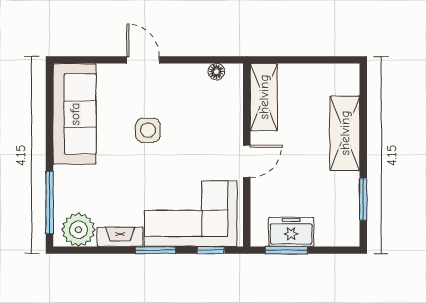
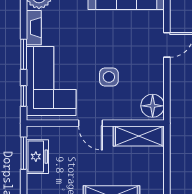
floor lamp: (216, 72) -> (153, 106), width x1.89, depth x1.89
side table: (148, 130) -> (109, 77), moved

